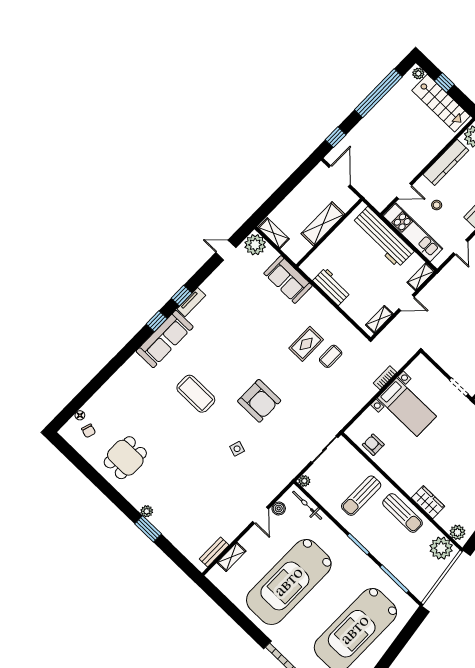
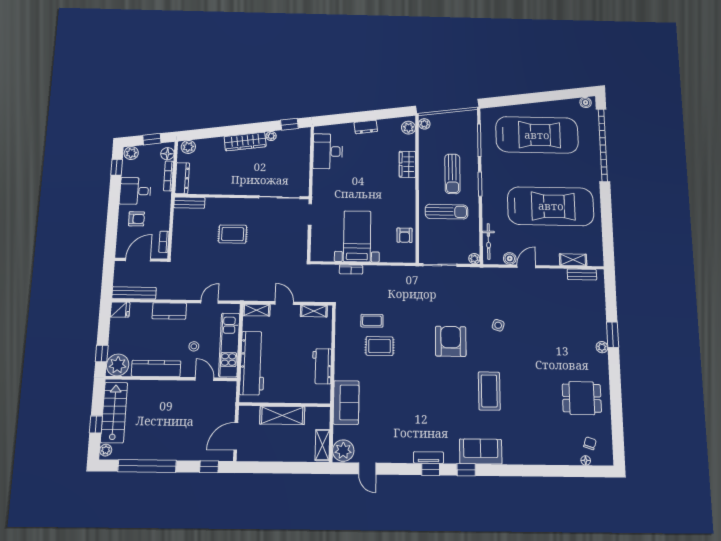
sofa: (165, 339) -> (481, 451), width x0.73
sun lounger: (403, 513) -> (452, 174), moved, turned 180
plant: (441, 548) -> (424, 124), width x0.53, depth x0.53

